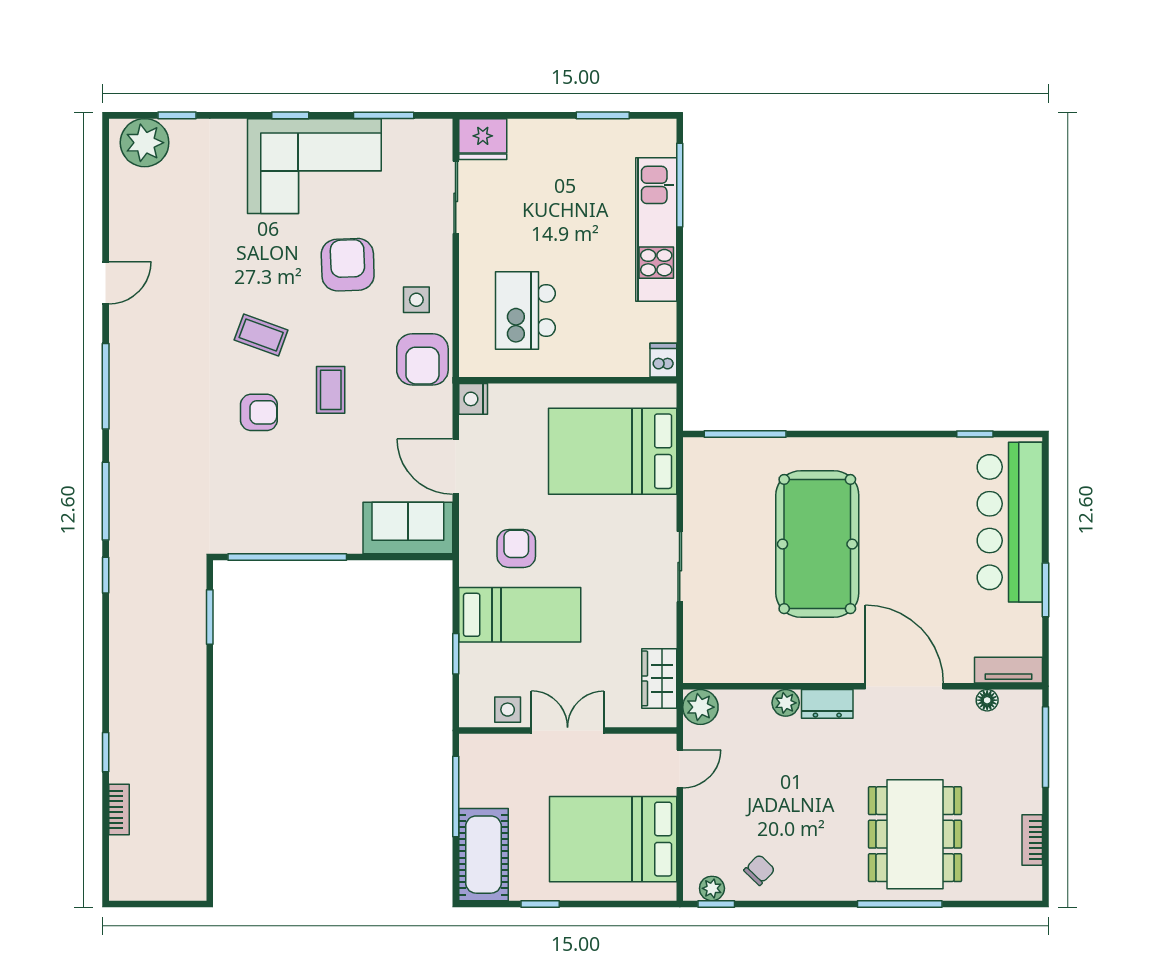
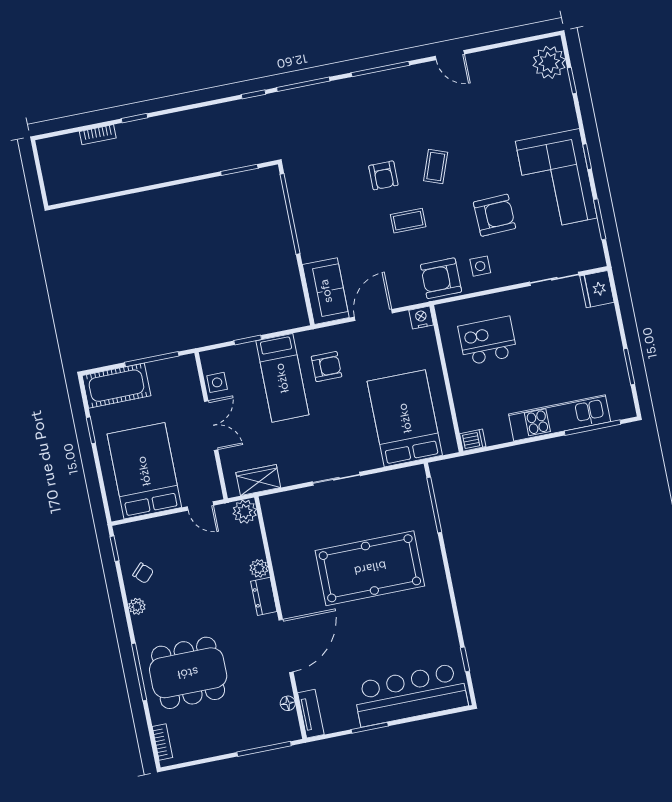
bookcase: (1032, 840) -> (162, 742), moved, turned 90
plant: (712, 888) -> (137, 606), moved

